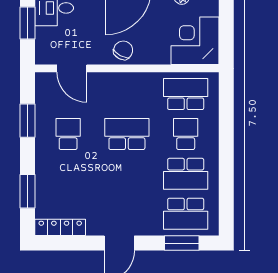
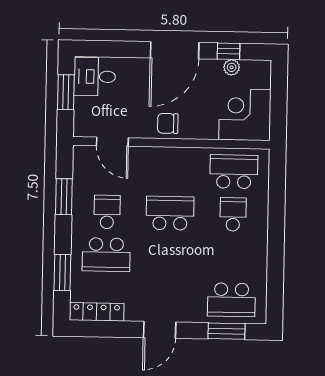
chair: (123, 50) -> (168, 123), turned -118
school desk: (186, 174) -> (106, 255), moved

